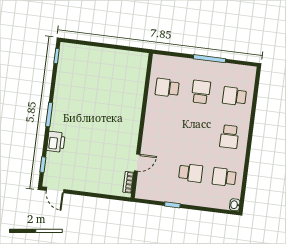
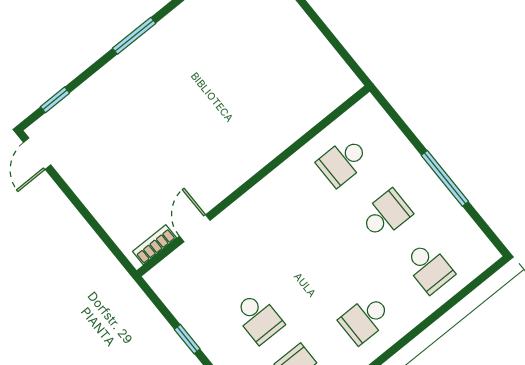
school desk: (167, 88) -> (343, 162), turned -90
school desk: (234, 96) -> (429, 268), turned 180
printer: (56, 142) -> (106, 85), removed
door: (137, 163) -> (195, 228), swing flipped

